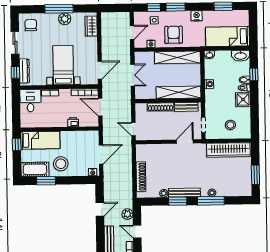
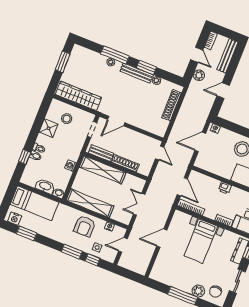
nightstand: (197, 16) -> (15, 219), moved
plant: (65, 19) -> (198, 291), moved
wardrobe: (91, 26) -> (159, 267), removed
washbasin: (241, 56) -> (45, 186), moved
door: (100, 70) -> (162, 238), moved
shower: (243, 99) -> (49, 128), moved
printer: (73, 122) -> (225, 188), moved

